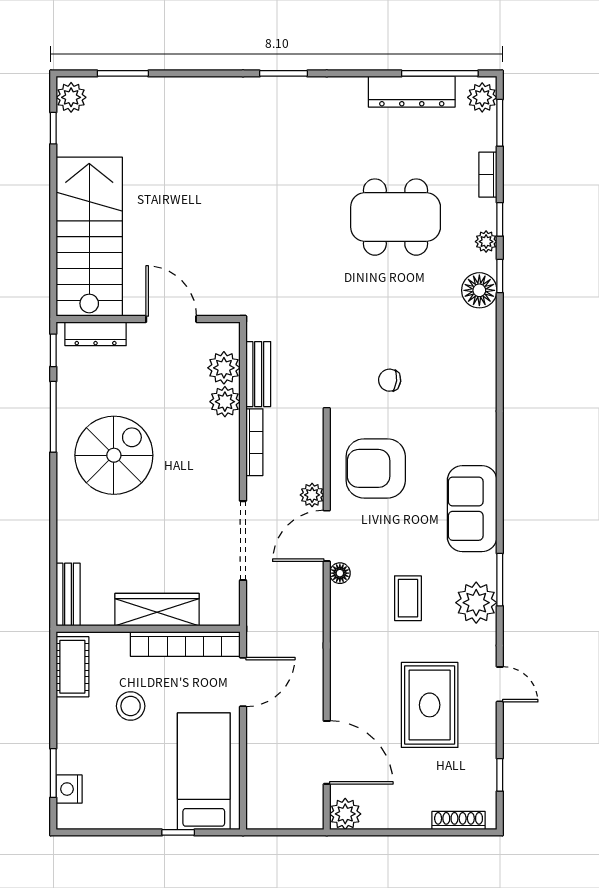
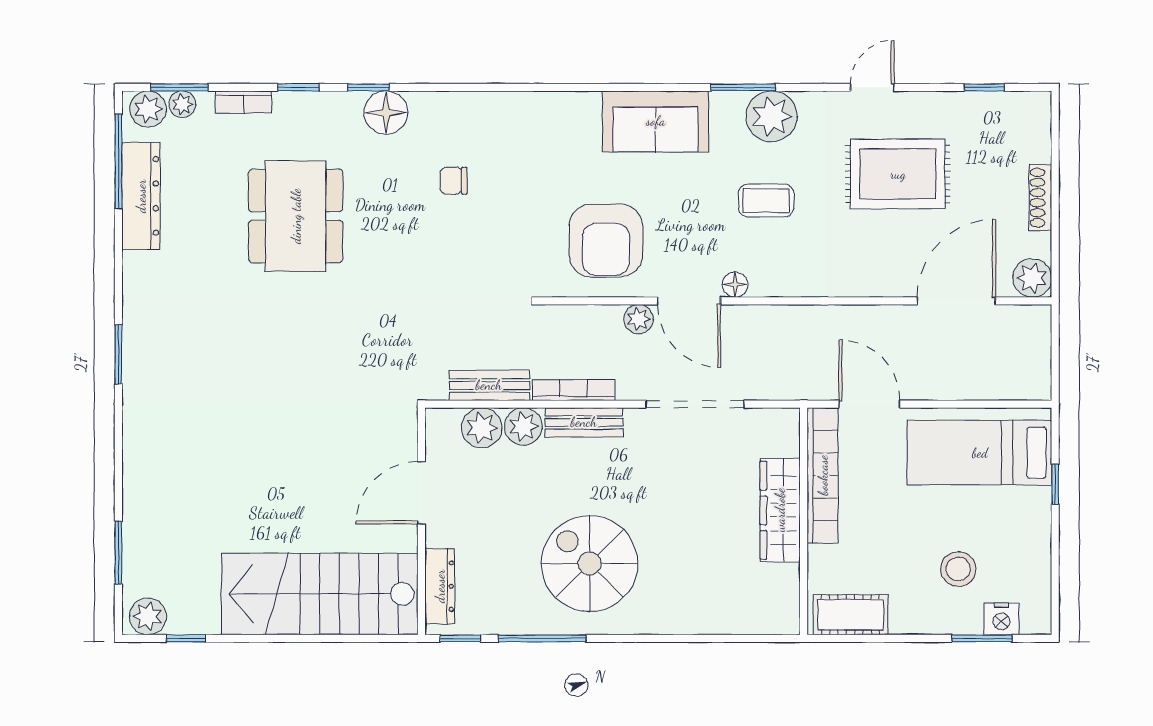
plant: (486, 242) -> (182, 104), moved
chair: (390, 380) -> (454, 181), moved, turned 84
bench: (68, 594) -> (584, 422), moved
stool: (131, 706) -> (958, 569), moved
shoe rack: (459, 821) -> (1040, 198), moved

